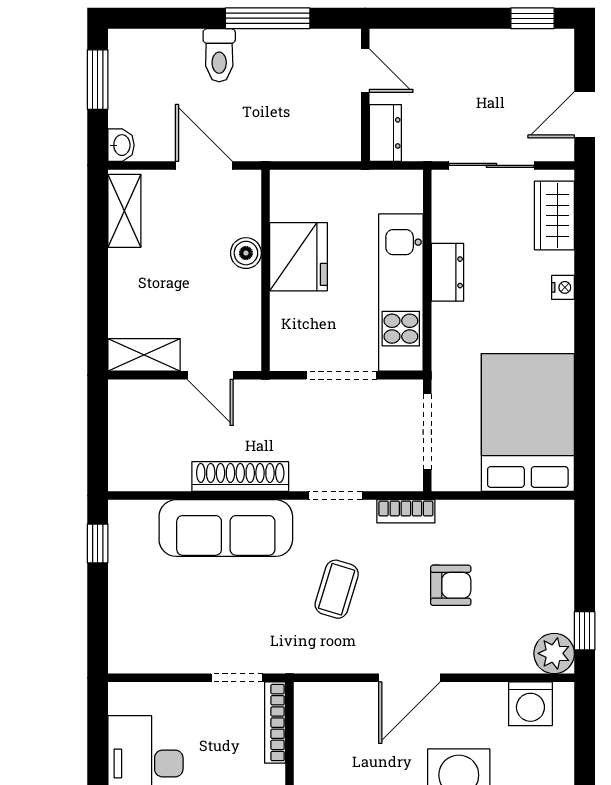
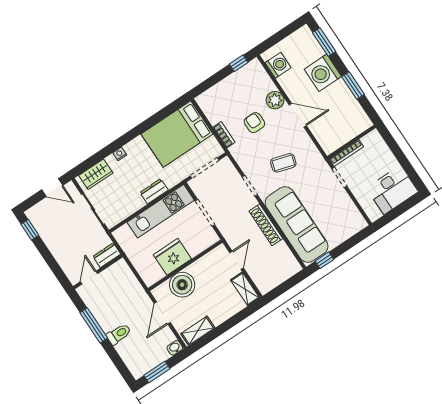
boiler: (246, 253) -> (182, 285), width x1.86, depth x1.86
dresser: (447, 272) -> (154, 191), moved
bookcase: (406, 511) -> (224, 135), moved
sofa: (226, 528) -> (297, 225), width x1.36, depth x1.27
plant: (554, 653) -> (275, 100), moved

